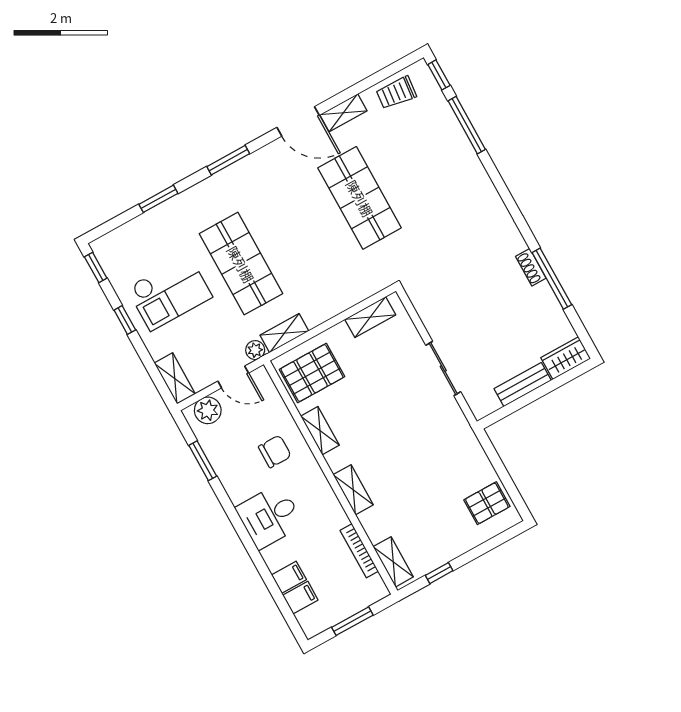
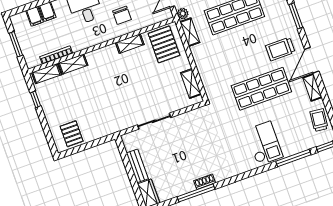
trolley: (288, 177) -> (280, 49), added
checkout: (450, 178) -> (264, 143), added
shelving: (353, 490) -> (73, 64), moved

